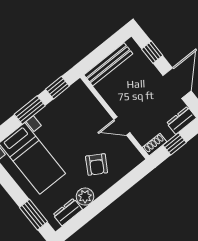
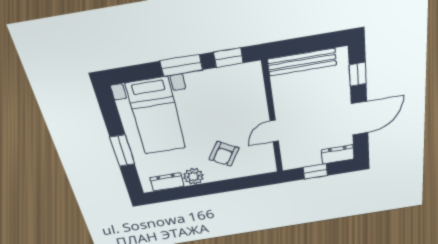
door: (122, 126) -> (274, 131), hinge flipped
shoe rack: (155, 145) -> (295, 163), removed
window: (33, 215) -> (122, 151), moved

